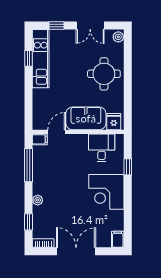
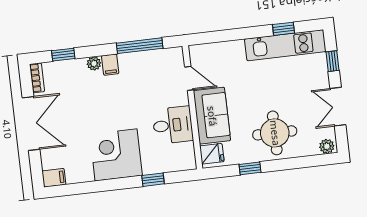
window: (128, 95) -> (250, 168), added
filing cabinet: (40, 139) -> (110, 65), moved
desk: (102, 148) -> (173, 125), moved

